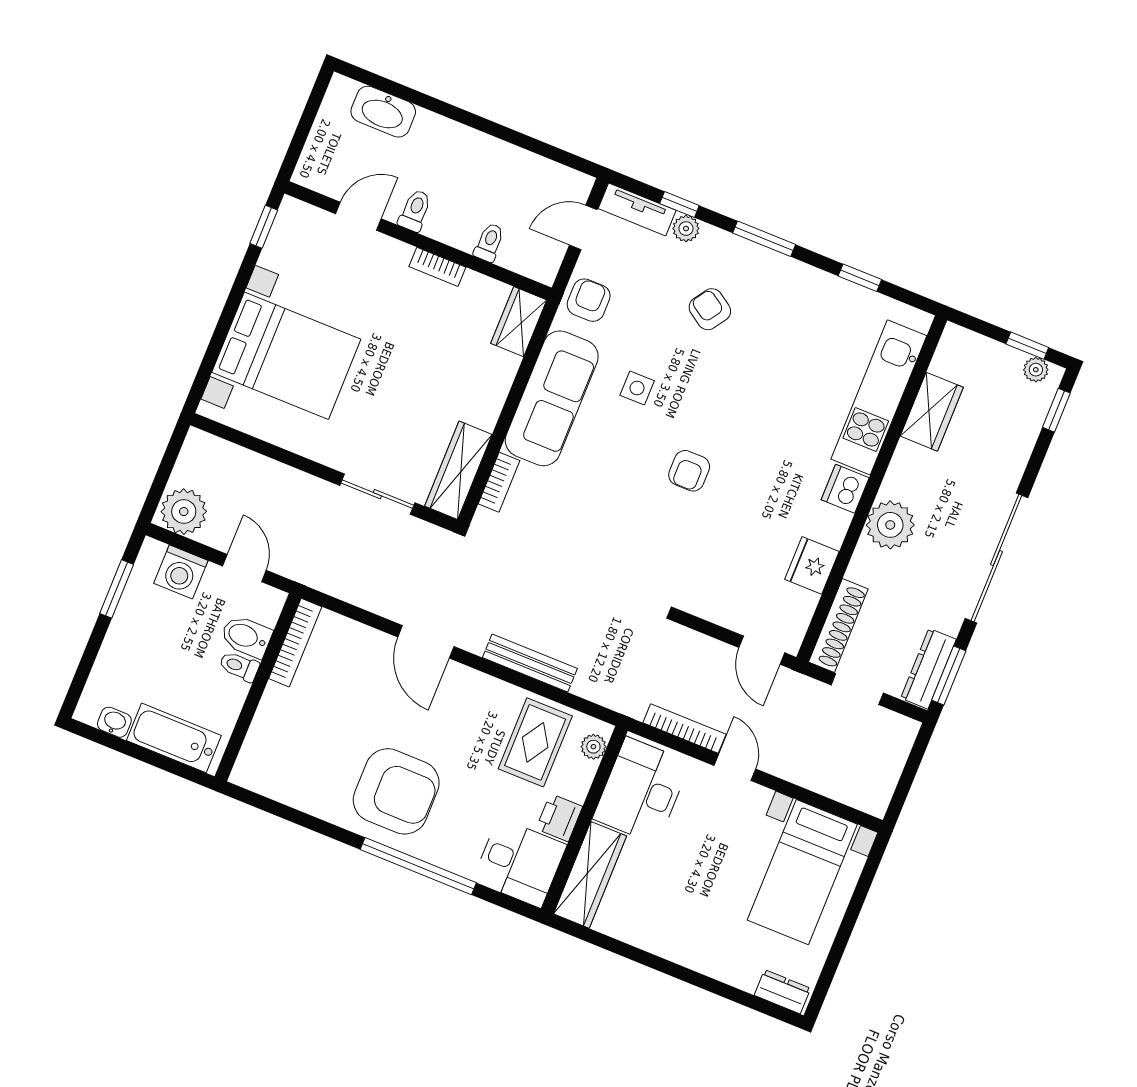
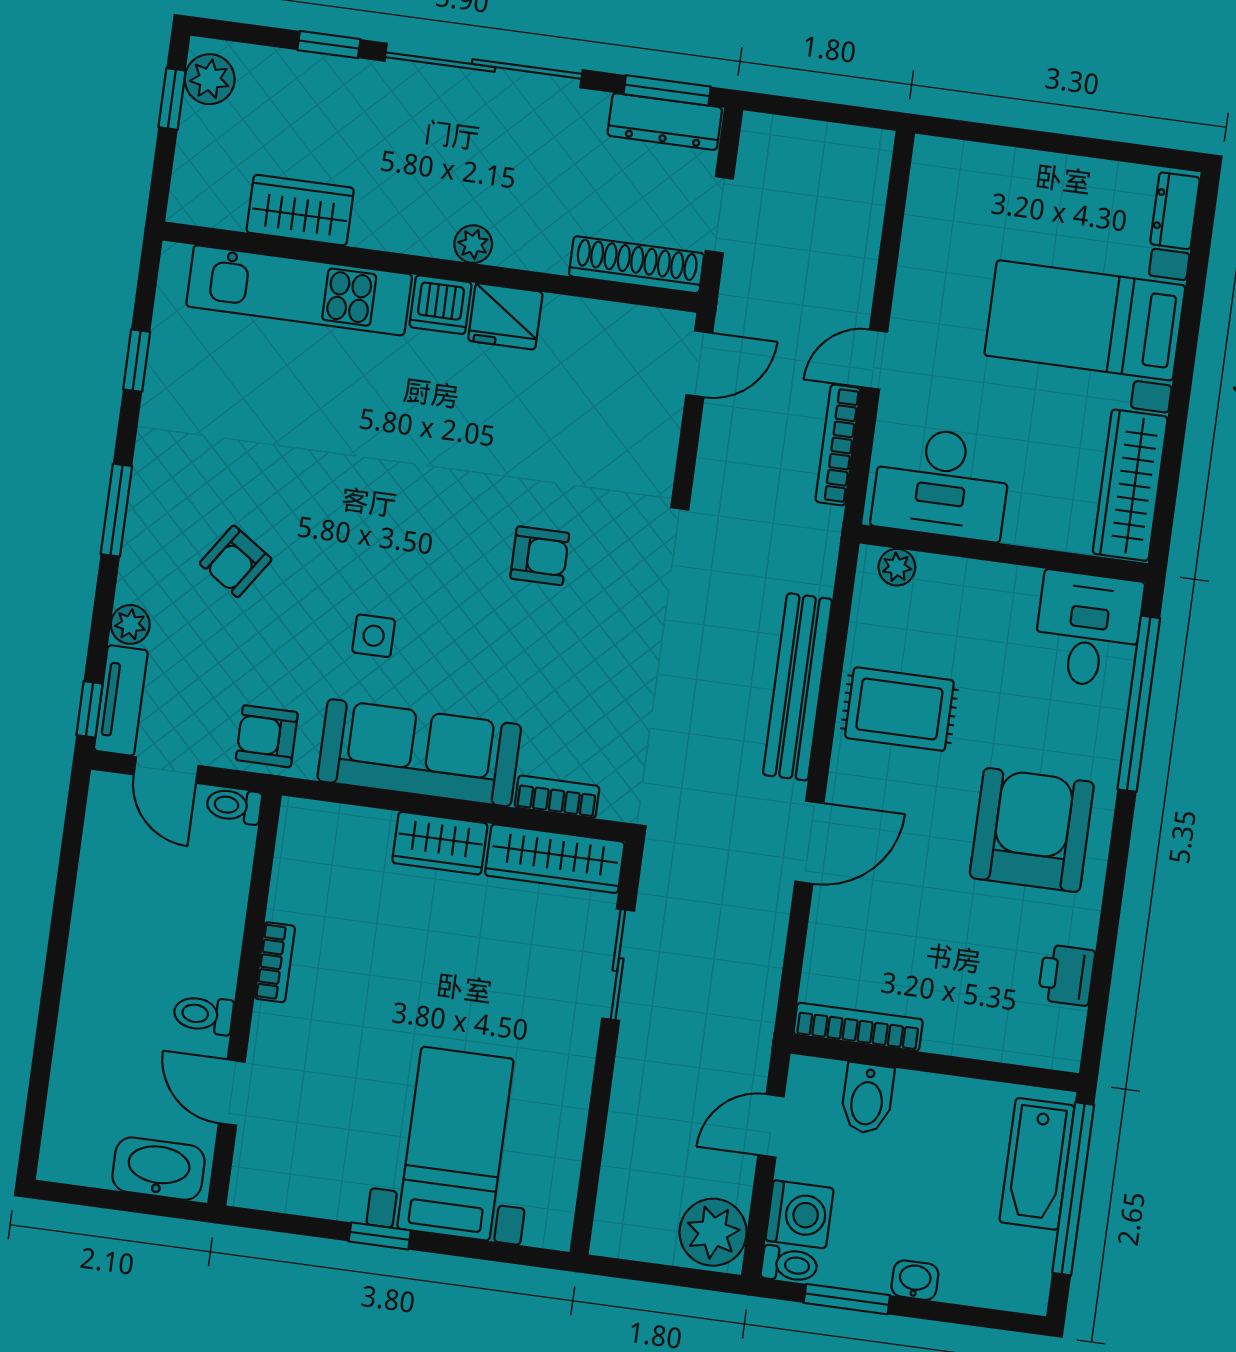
washbasin: (383, 112) -> (158, 1169), moved, turned -90
window: (679, 204) -> (89, 709), moved
window: (264, 227) -> (380, 1236), moved
toilet: (489, 242) -> (234, 806), moved
wardrobe: (519, 322) -> (440, 843), moved
bed with nightstands: (286, 356) -> (455, 1144), width x0.73
plant: (1036, 370) -> (210, 79), width x1.38, depth x1.38
window: (1056, 410) -> (329, 45), moved
armchair: (689, 471) -> (540, 556), moved
plant: (890, 525) -> (473, 244), width x0.53, depth x0.53
fridge: (812, 565) -> (505, 316), moved
bench: (530, 663) -> (798, 687), width x1.37, depth x1.21
toilet: (239, 666) -> (789, 1265), moved, turned -90
washbasin: (114, 722) -> (915, 1280), moved, turned 90
rug: (535, 742) -> (899, 709), moved
window: (151, 758) -> (1073, 1189), added
printer: (559, 818) -> (1066, 975), moved, turned 90
window: (418, 866) -> (1139, 704), moved
bed with nightstands: (802, 872) -> (1085, 320), moved, turned 180
wardrobe: (590, 875) -> (1130, 485), moved, turned -90

